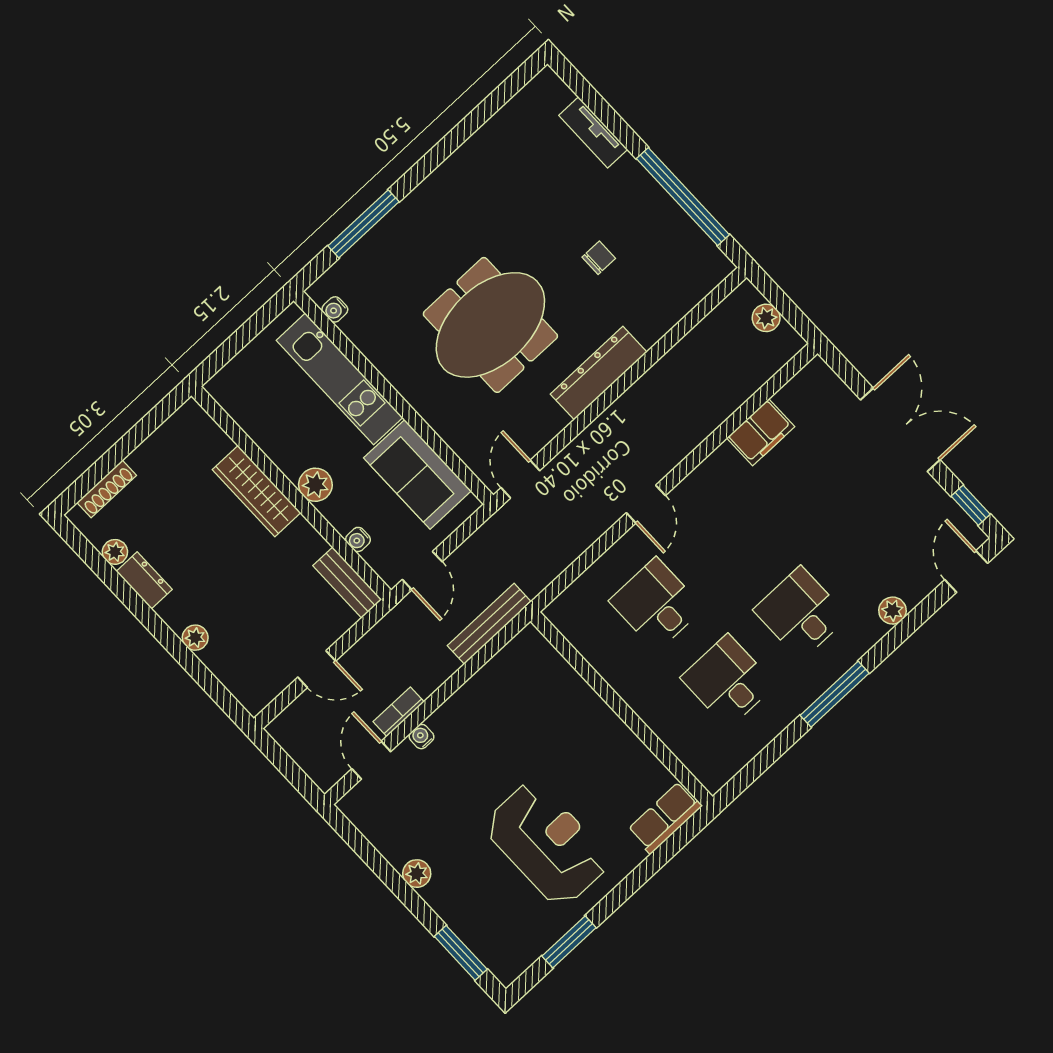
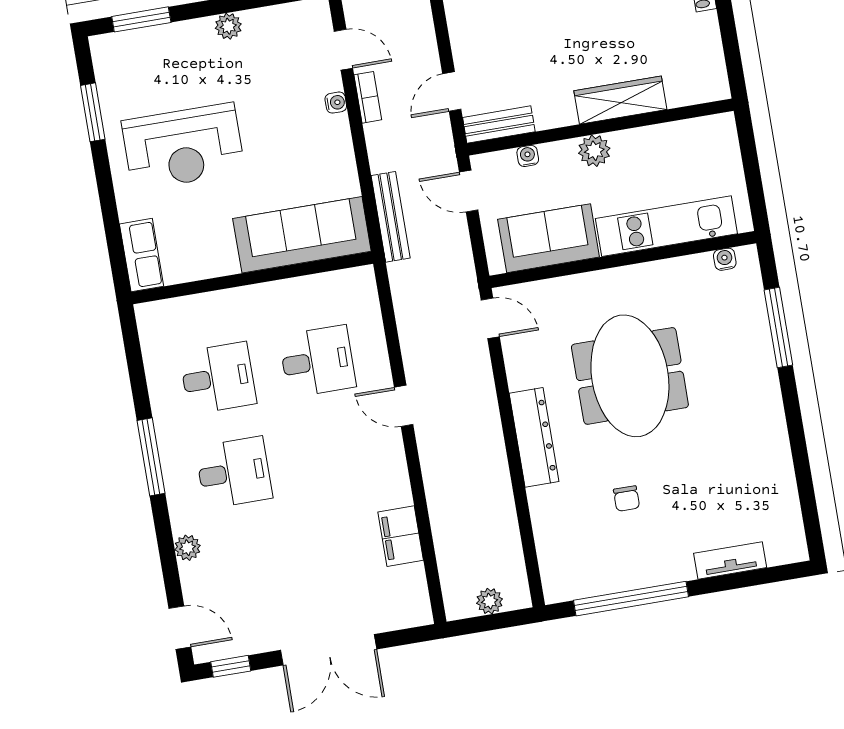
door: (317, 669) -> (452, 92), moved
sofa: (556, 690) -> (302, 235), added

